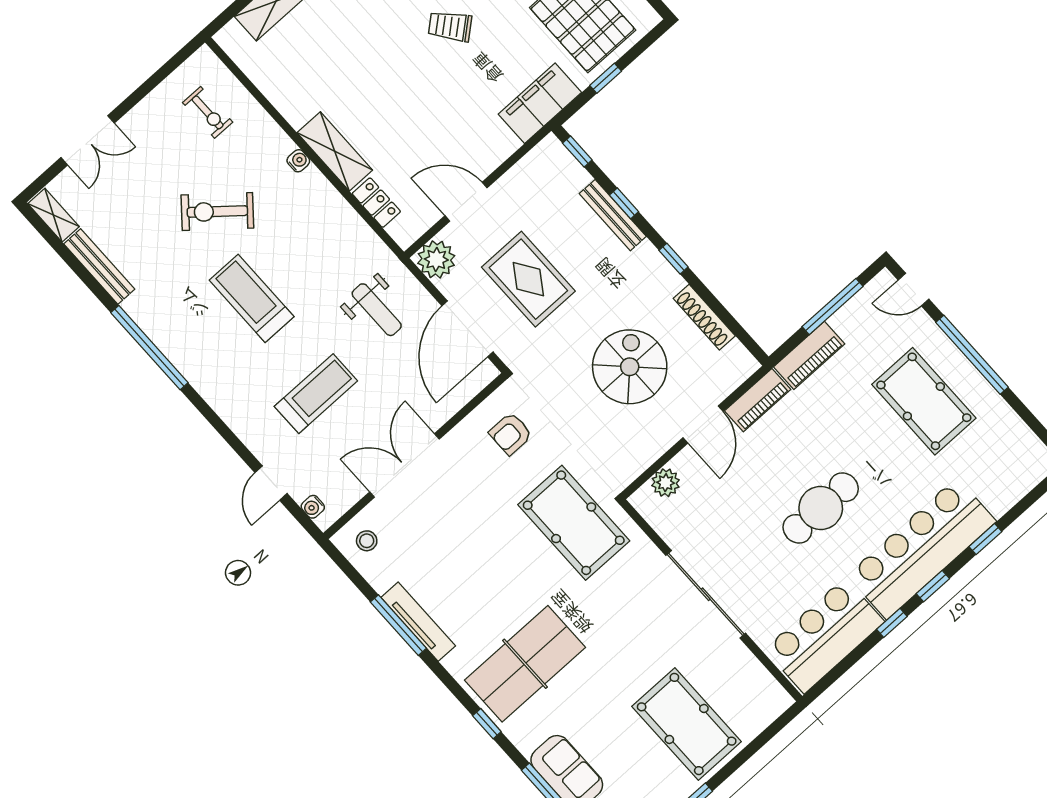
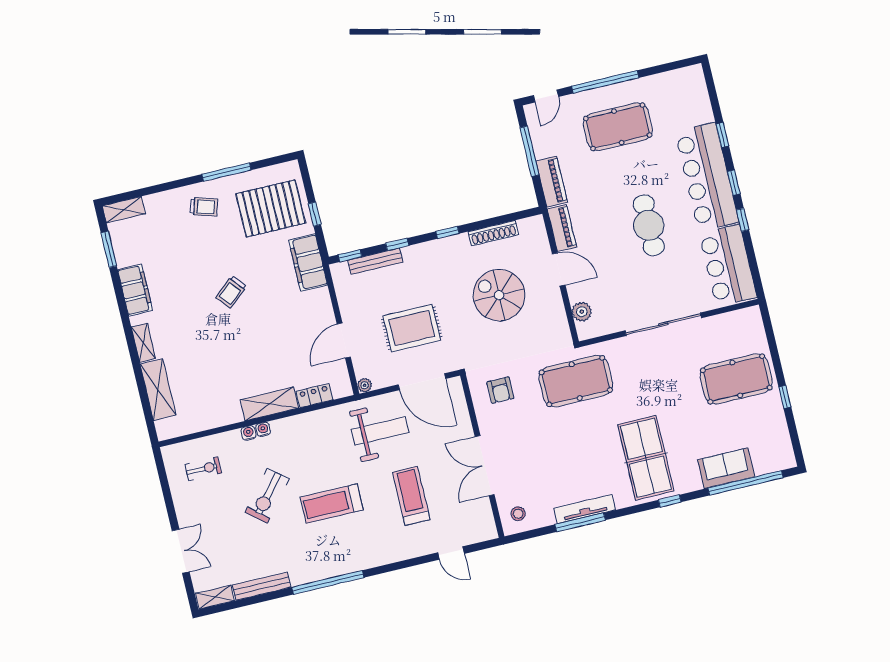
bench: (613, 215) -> (375, 261), moved
plant: (436, 259) -> (365, 385), width x0.53, depth x0.53
weight bench: (377, 310) -> (380, 431), width x1.36, depth x1.33
water cooler: (313, 507) -> (249, 433), moved, turned 180

